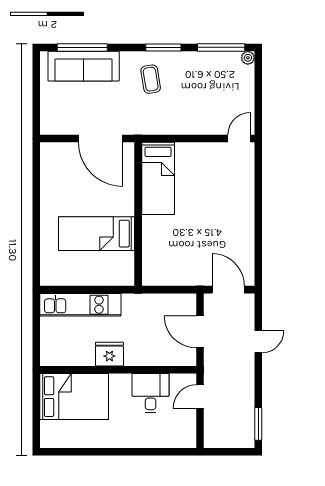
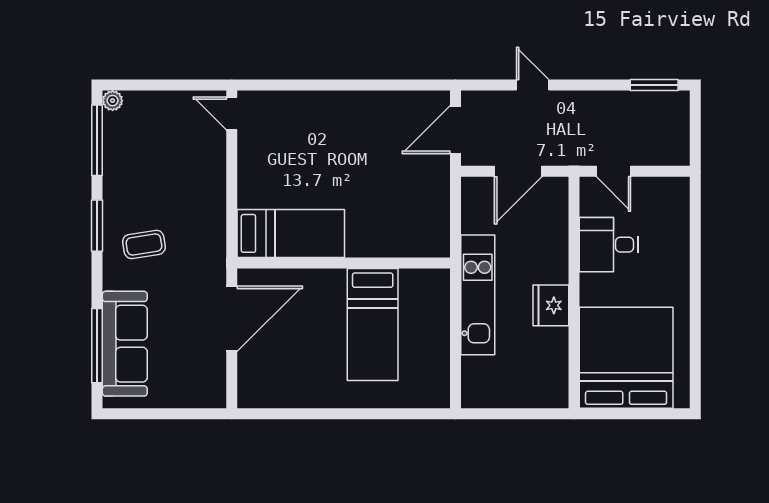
kitchen unit: (80, 305) -> (478, 295), moved
bed: (74, 397) -> (626, 358), width x1.36

